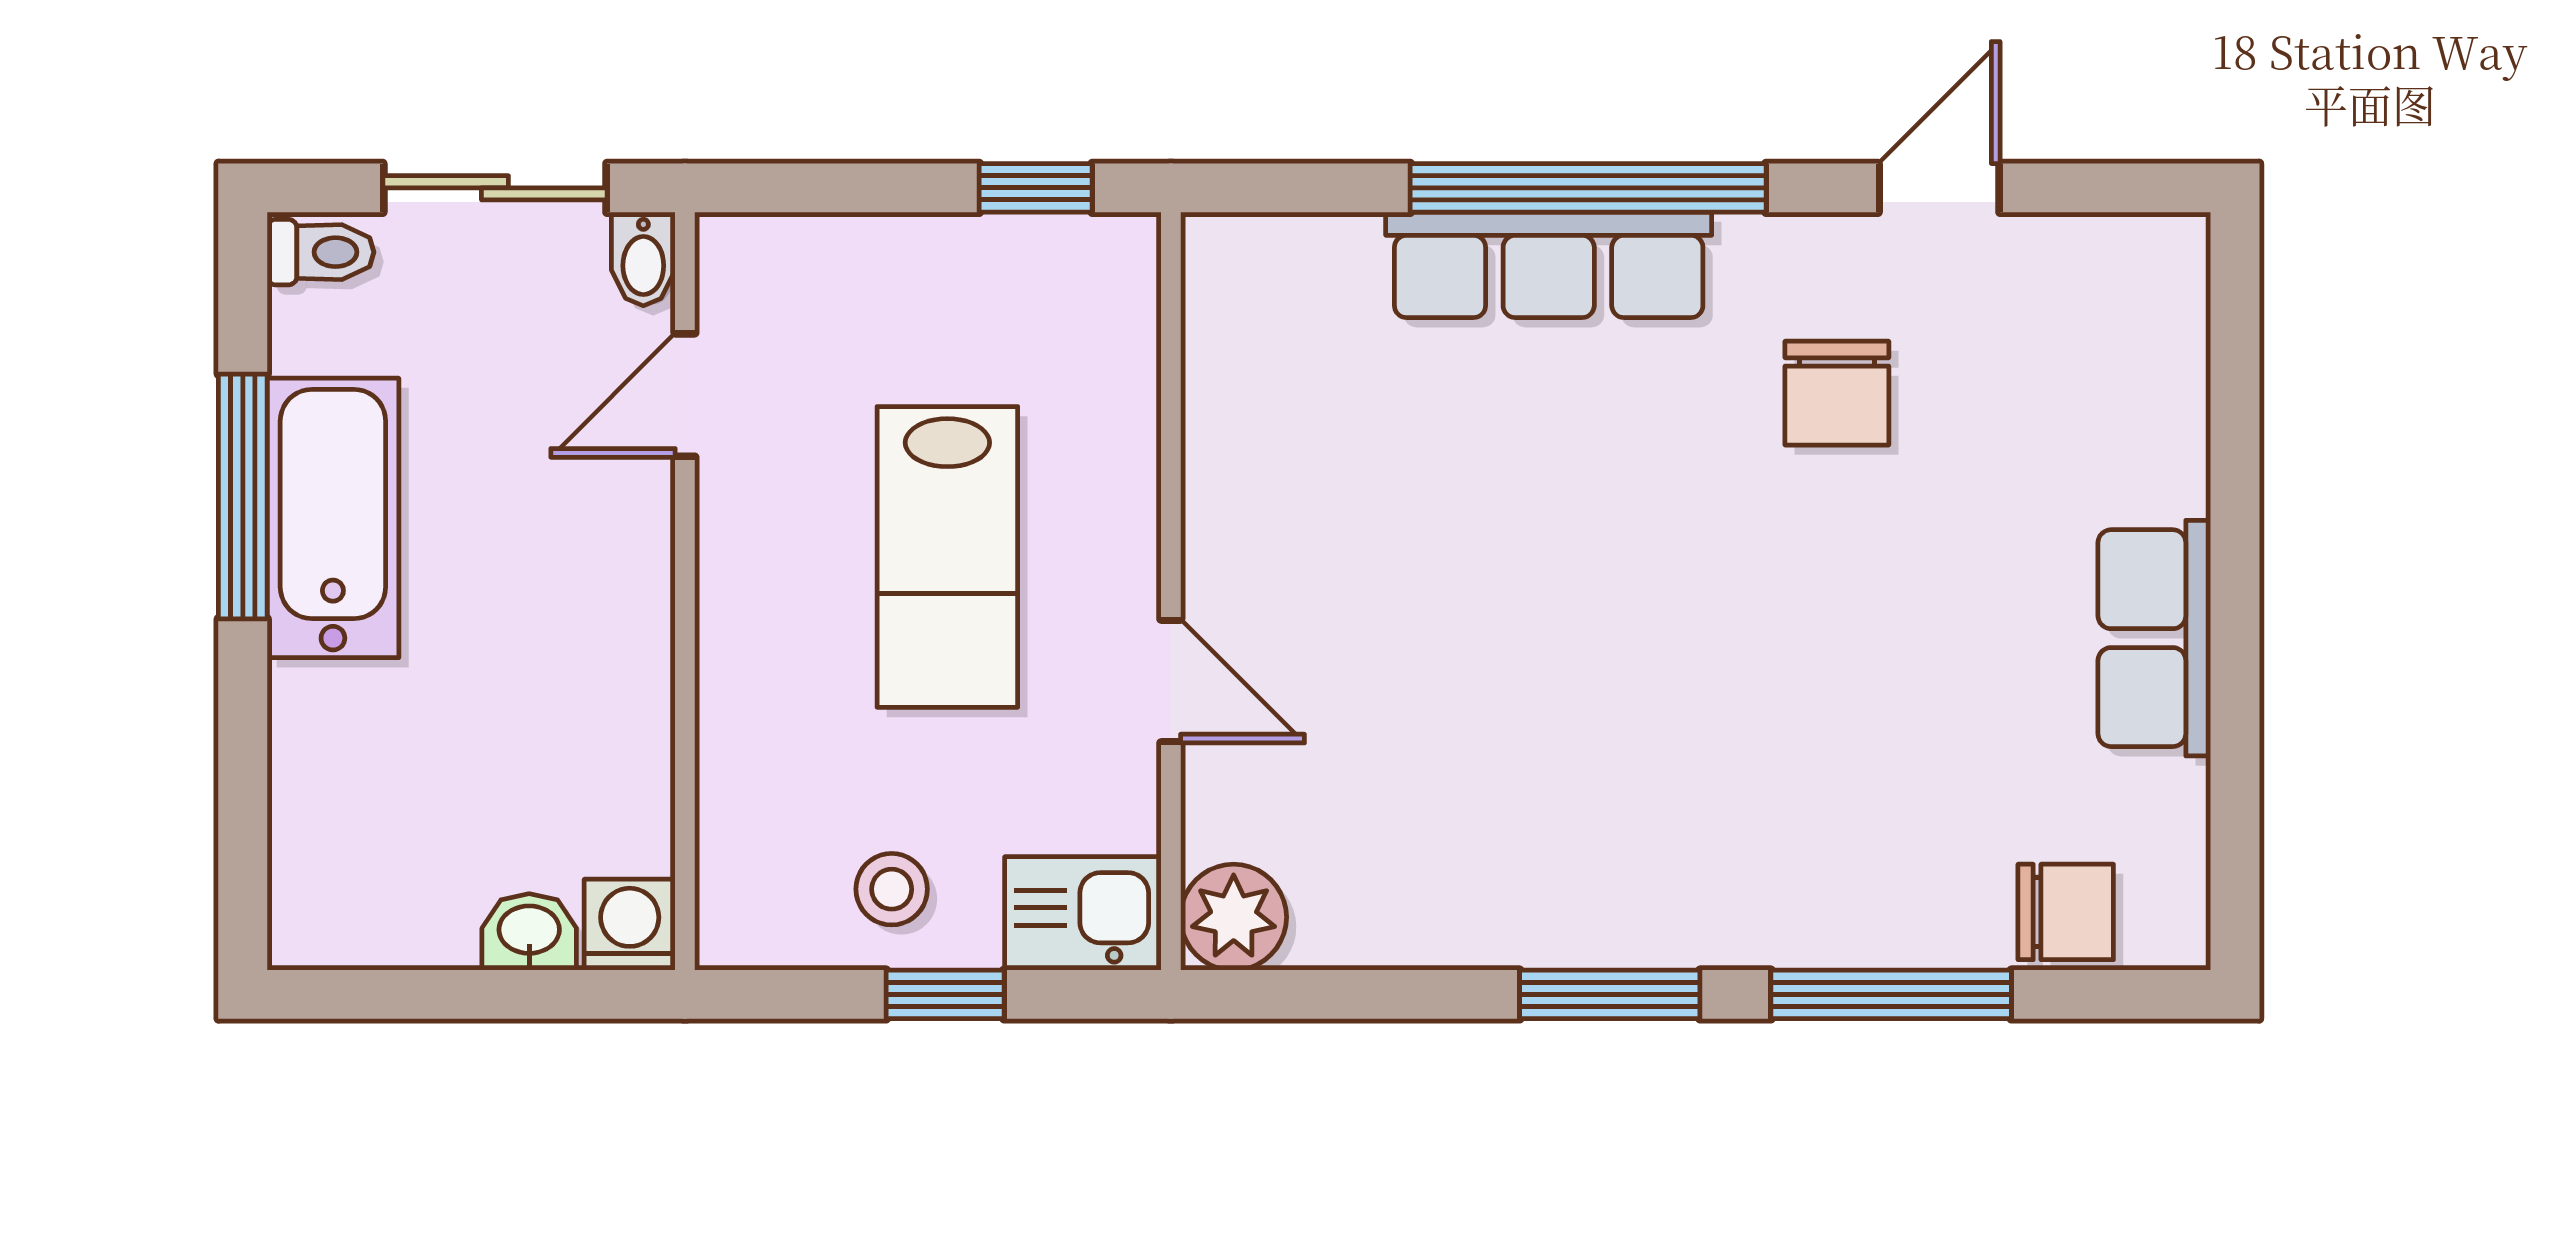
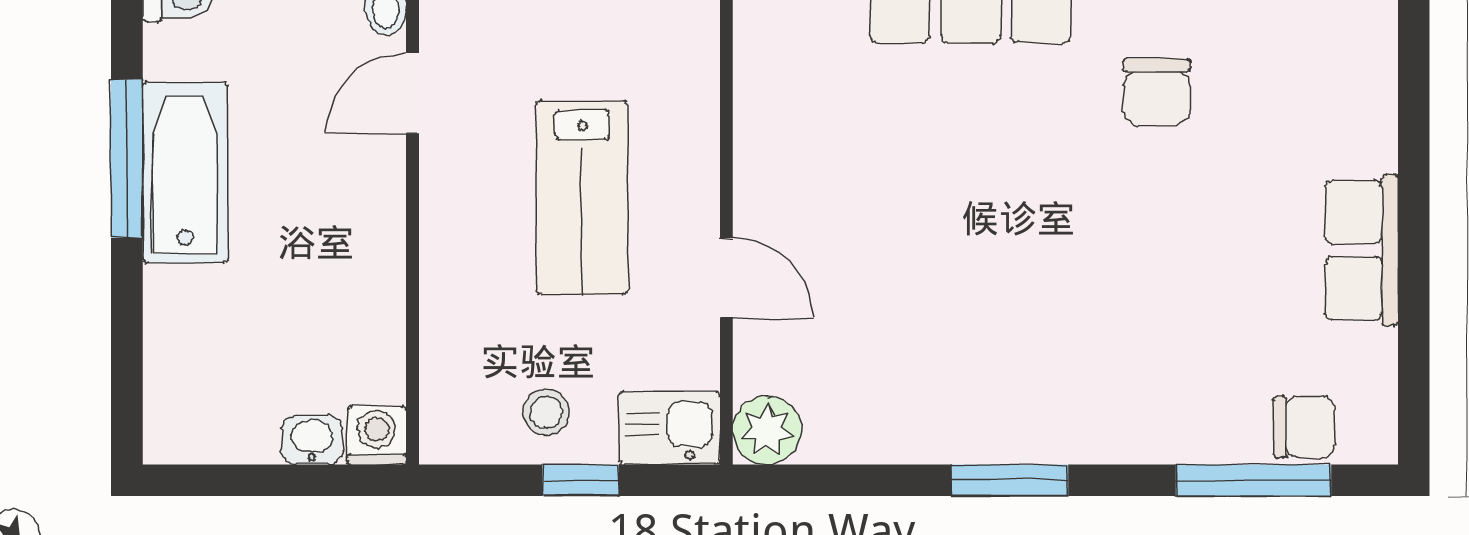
window: (1891, 994) -> (1253, 480), moved

